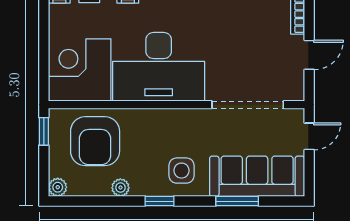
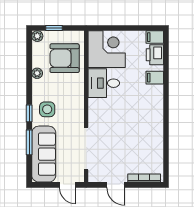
desk: (159, 67) -> (104, 83), width x0.53, depth x0.77
window: (44, 131) -> (54, 28), moved
window: (160, 201) -> (29, 113), moved

